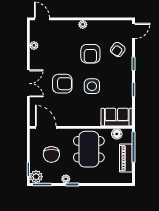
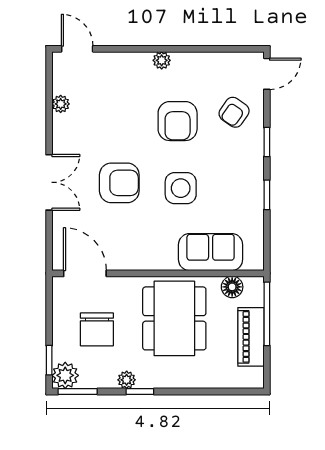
sofa: (117, 117) -> (211, 252), moved

